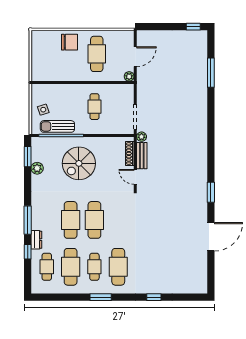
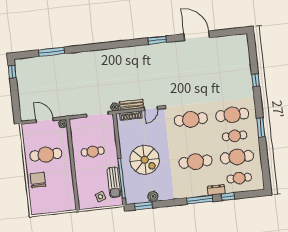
cafe table: (94, 220) -> (191, 119), moved

